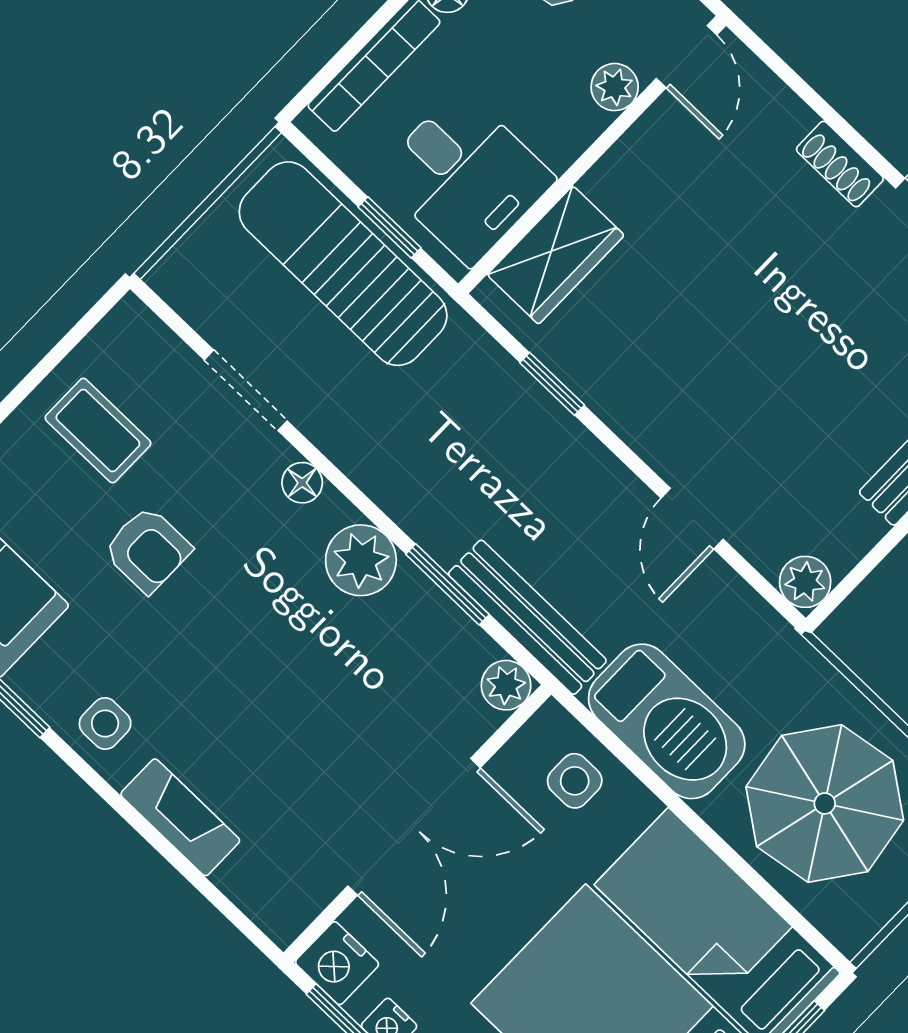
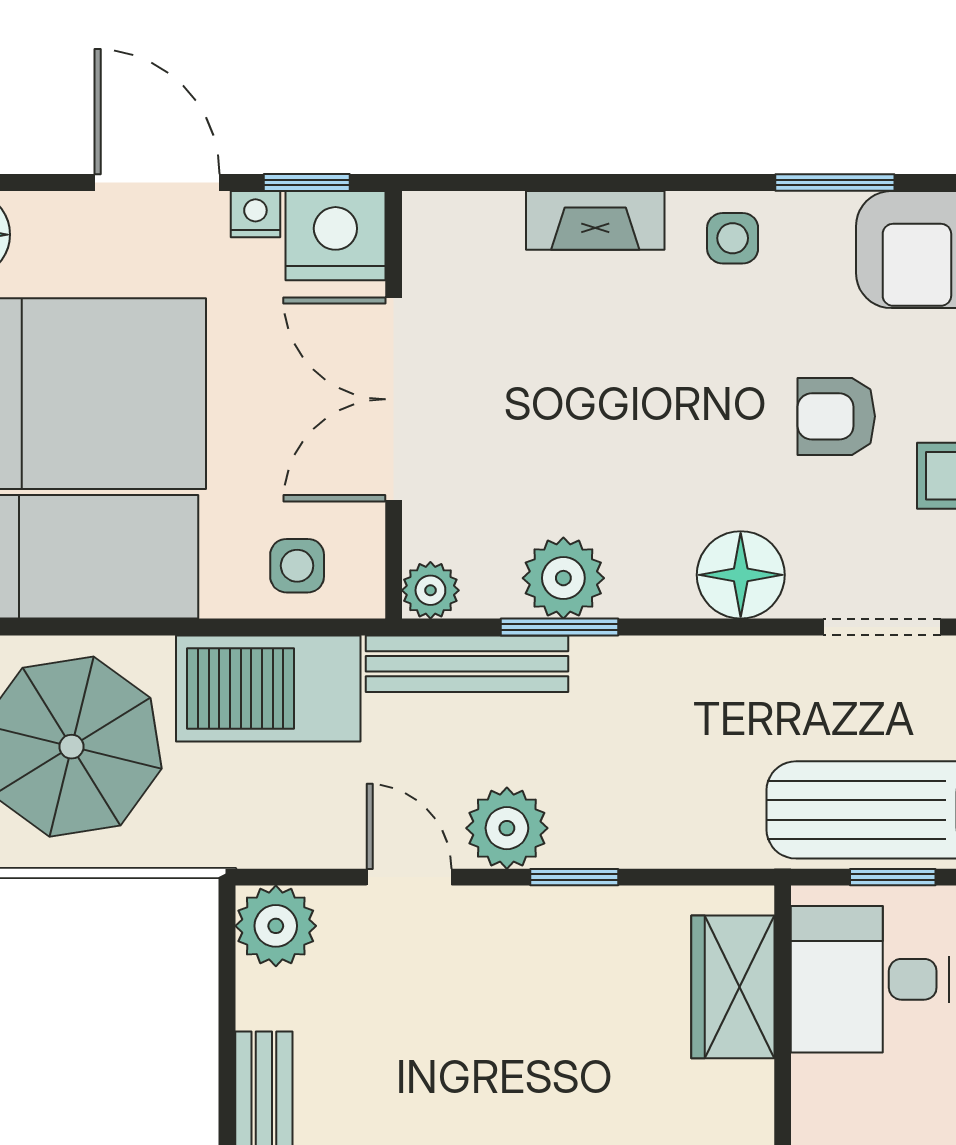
window: (552, 384) -> (574, 877), moved
floor lamp: (302, 483) -> (741, 575), width x1.89, depth x1.89
plant: (601, 490) -> (507, 828), added
plant: (361, 560) -> (563, 578), moved
plant: (805, 582) -> (276, 926), width x1.38, depth x1.38
nightstand: (337, 963) -> (335, 236), width x1.36, depth x1.33

